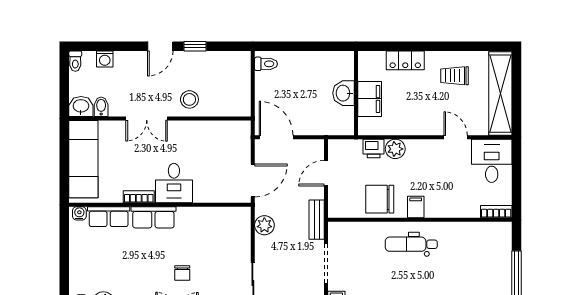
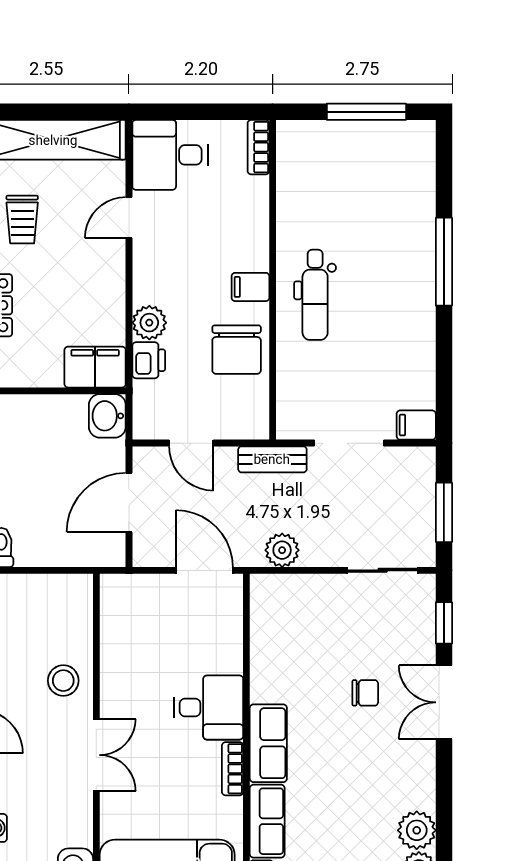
washbasin: (344, 93) -> (107, 416), moved, turned 90
filing cabinet: (370, 99) -> (95, 367), moved
bidet: (101, 107) -> (76, 834), removed
door: (276, 137) -> (129, 503), moved

